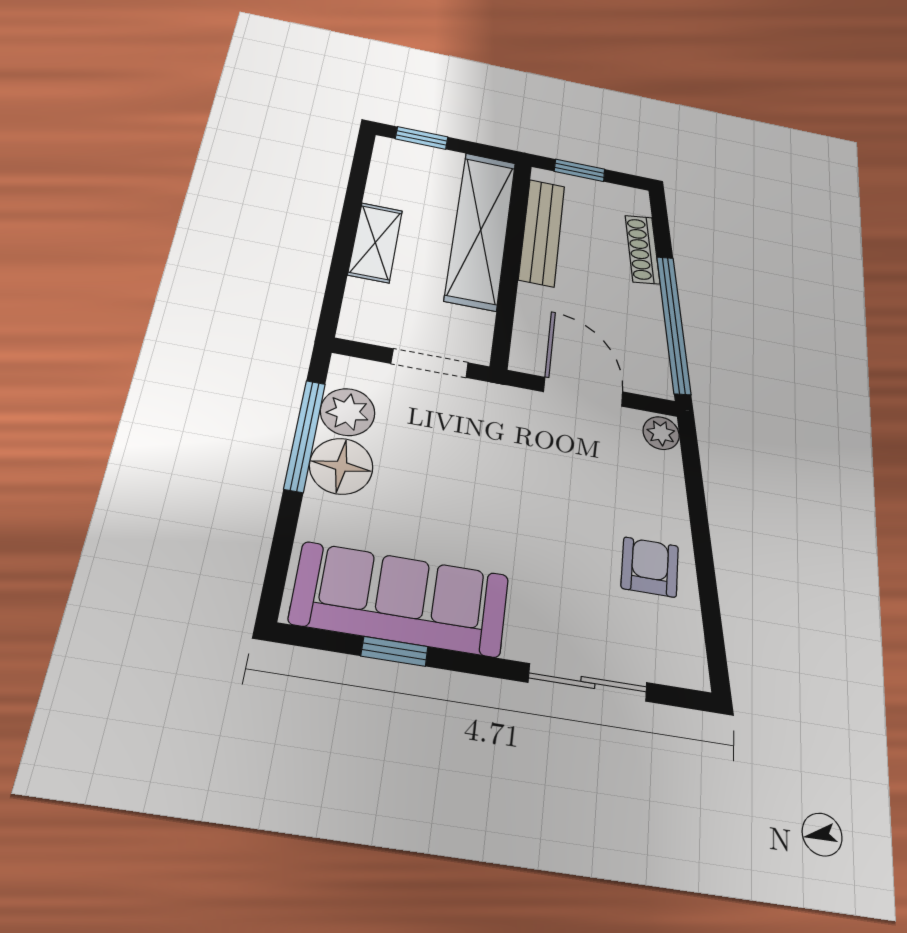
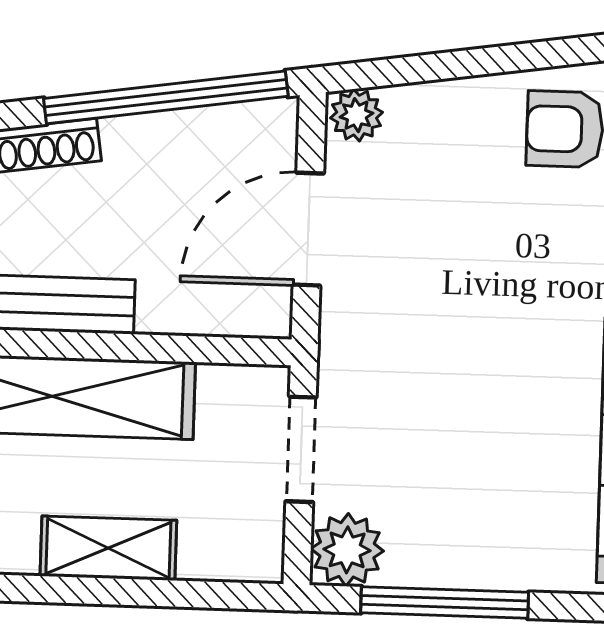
plant: (348, 412) -> (347, 550), moved
floor lamp: (341, 466) -> (482, 549), removed

